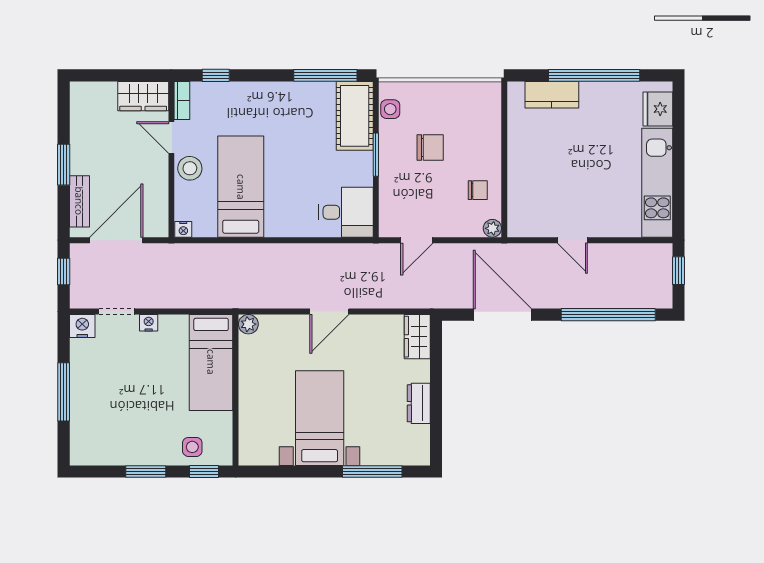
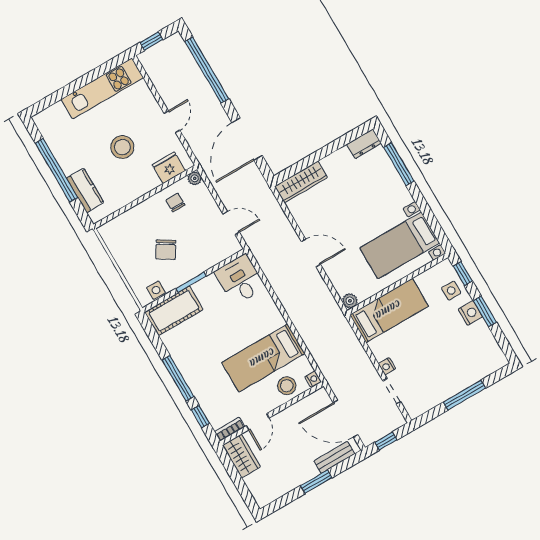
window: (325, 75) -> (178, 378), moved
fridge: (658, 109) -> (169, 168), moved, turned 180
chair: (430, 148) -> (166, 250), turned -148
stool: (577, 166) -> (122, 147), added
stool: (190, 168) -> (287, 386), moved
nightstand: (82, 326) -> (470, 313), moved, turned 180
wardrobe: (417, 337) -> (301, 182), width x1.50
dresser: (419, 403) -> (364, 144), moved
bed with nightstands: (320, 418) -> (400, 245), moved

